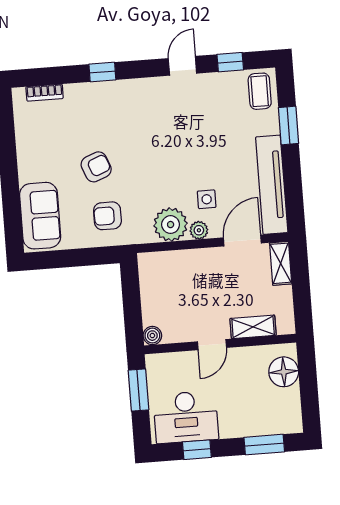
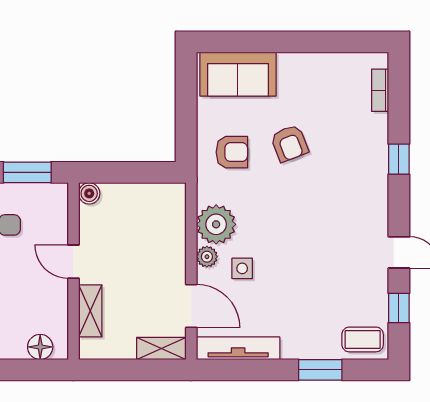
tv unit: (272, 185) -> (238, 348), width x0.73, depth x0.78
armchair: (107, 216) -> (232, 152), turned 90
floor lamp: (284, 372) -> (40, 347), width x0.73, depth x0.73

